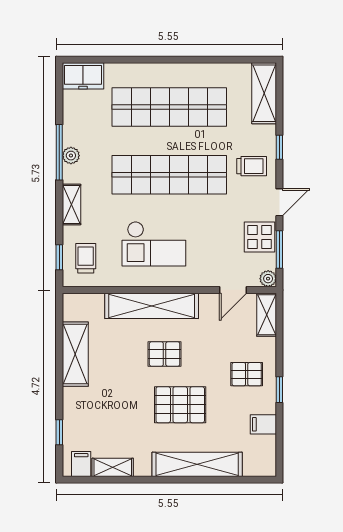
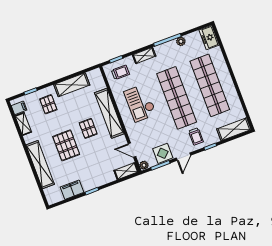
plant: (71, 156) -> (181, 41), moved
door: (279, 202) -> (183, 157), hinge flipped
pallet: (247, 374) -> (48, 104), moved
filing cabinet: (263, 424) -> (72, 190), width x2.00

